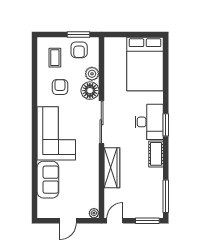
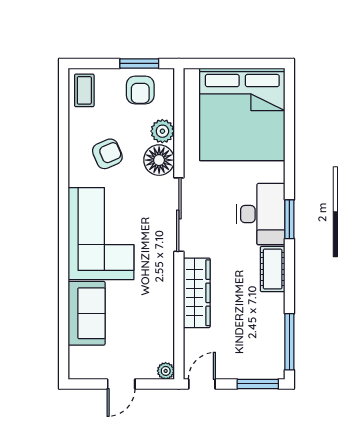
coffee table: (55, 58) -> (84, 90), moved
bed: (145, 64) -> (242, 114), width x1.36
armchair: (60, 87) -> (107, 154), turned 67

